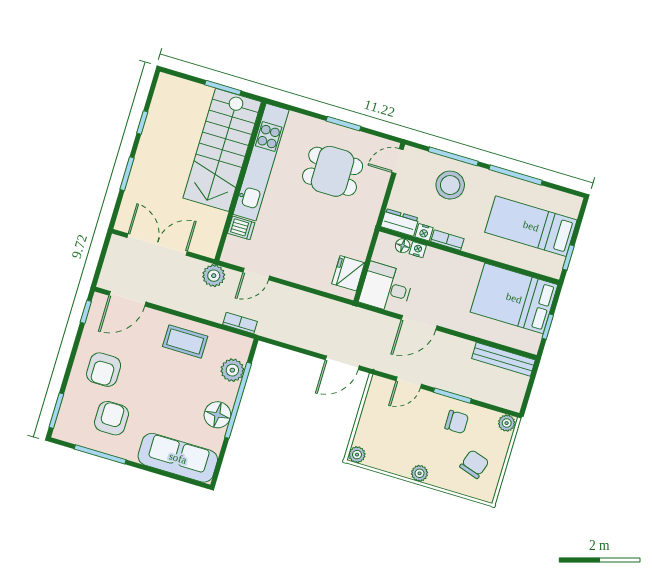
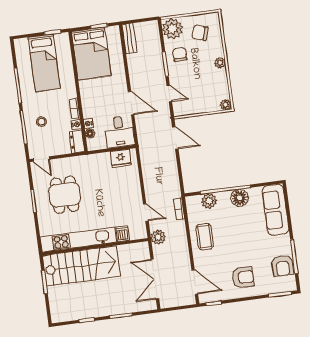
stool: (450, 185) -> (41, 122), width x0.53, depth x0.53
bench: (503, 359) -> (129, 38), width x0.73
armchair: (111, 418) -> (283, 266), moved, turned -90
plant: (507, 423) -> (172, 29), width x1.87, depth x1.87

